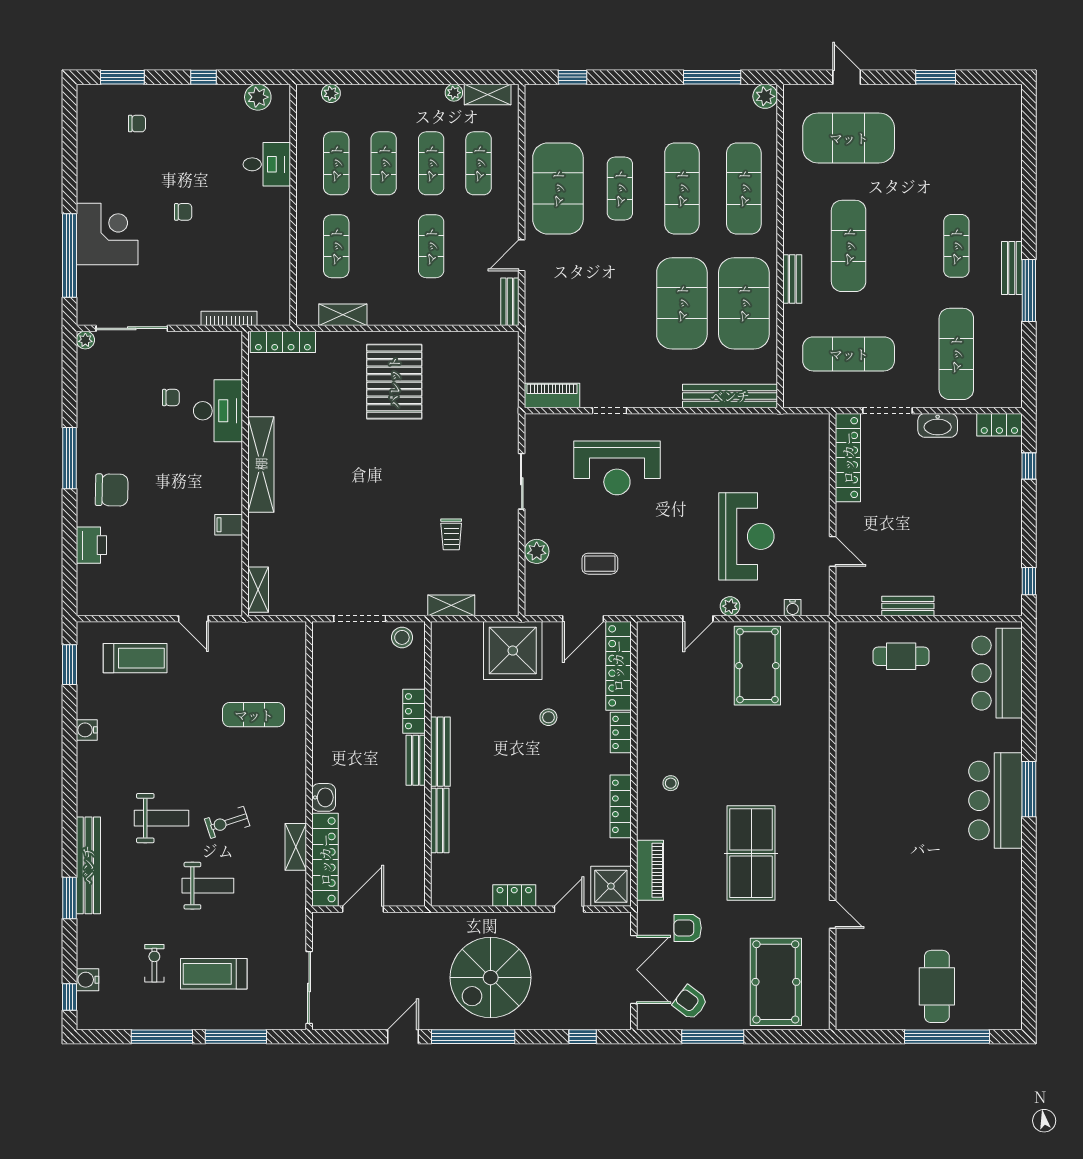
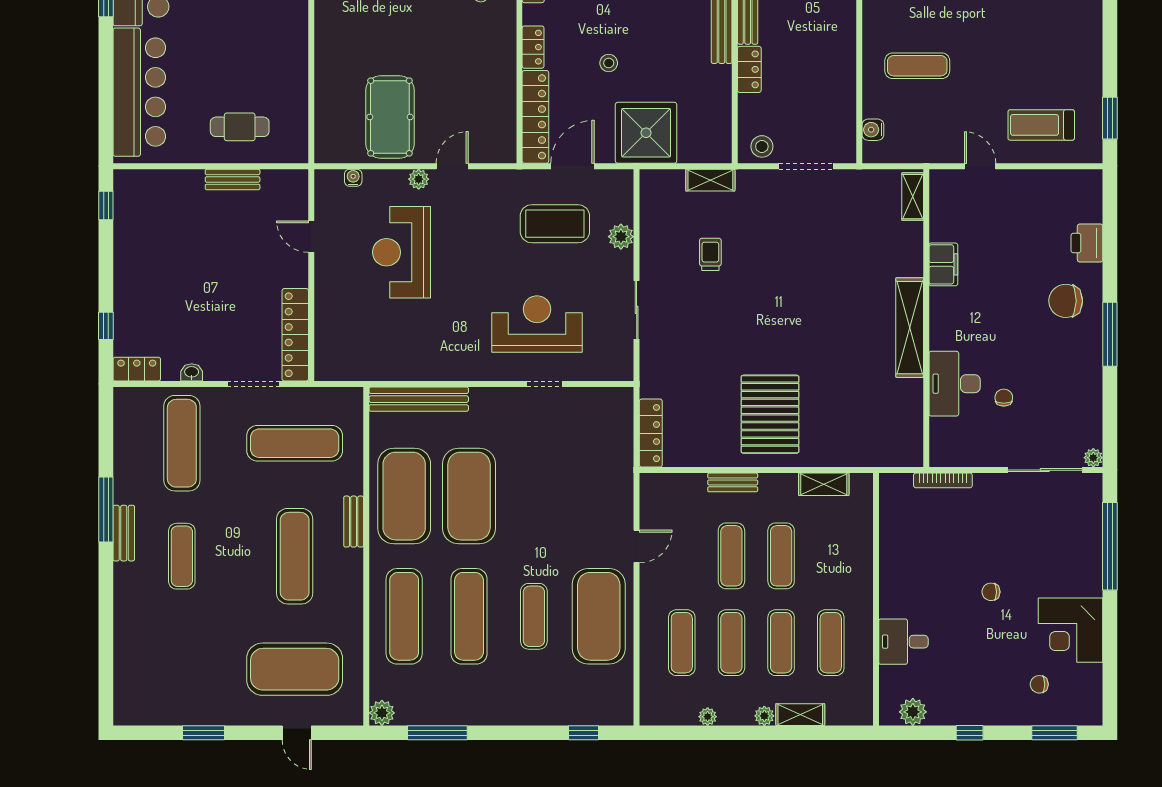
plant: (331, 93) -> (764, 716), moved
shelving: (488, 95) -> (800, 715), moved
corner desk: (107, 234) -> (1070, 630), moved
exercise mat: (336, 246) -> (781, 556), moved
bench: (510, 302) -> (733, 482), moved, turned 90
locker: (283, 342) -> (651, 433), moved, turned 90
piano: (552, 396) -> (605, 400), removed
chair: (171, 398) -> (1004, 398), turned 90
washbasin: (938, 425) -> (192, 372), width x0.52, depth x0.69
filing cabinet: (229, 525) -> (943, 264), width x2.00
coffee table: (600, 564) -> (555, 224), width x1.86, depth x1.72
bar counter: (997, 673) -> (139, 92), width x1.36
water cooler: (87, 730) -> (873, 130), moved, turned 180

